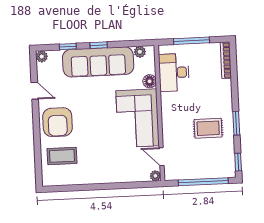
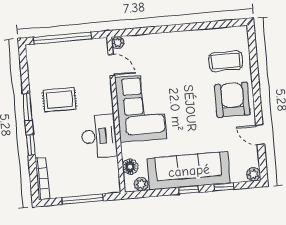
desk: (174, 73) -> (99, 136), moved
floor lamp: (150, 81) -> (130, 167), moved
window: (238, 162) -> (31, 145), moved

